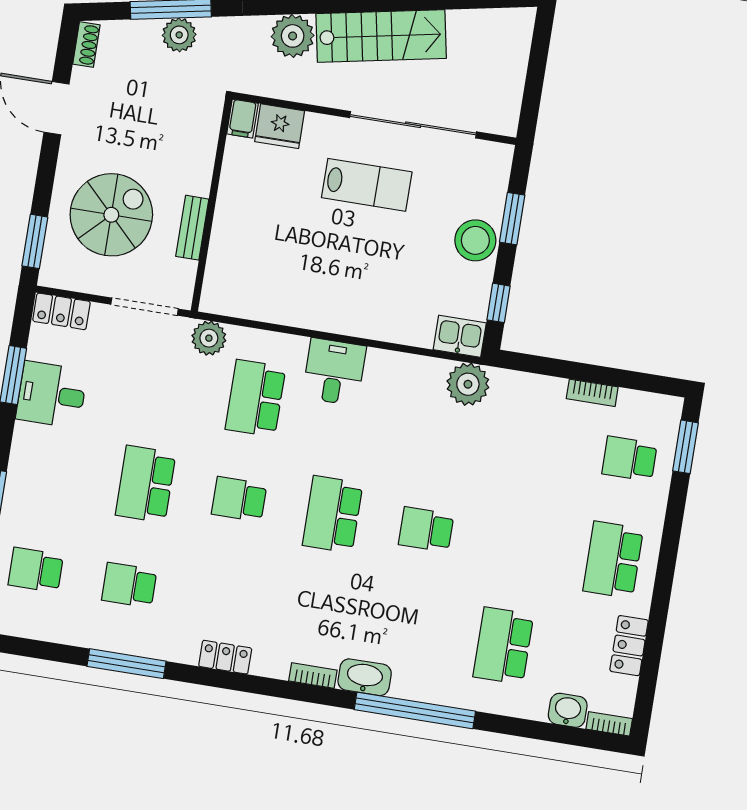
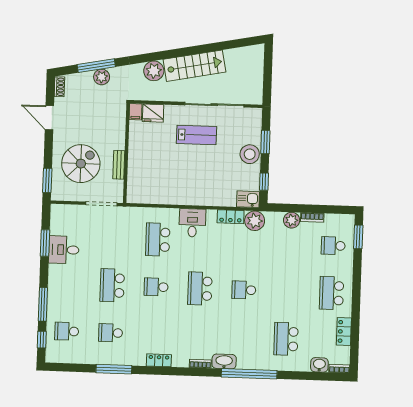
locker: (61, 311) -> (231, 217), moved
plant: (209, 338) -> (292, 220), moved

